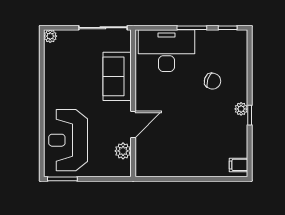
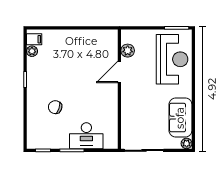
desk: (166, 51) -> (86, 136), width x0.73, depth x0.77
sofa: (117, 76) -> (180, 118), moved, turned 180
plant: (241, 109) -> (32, 51), moved

